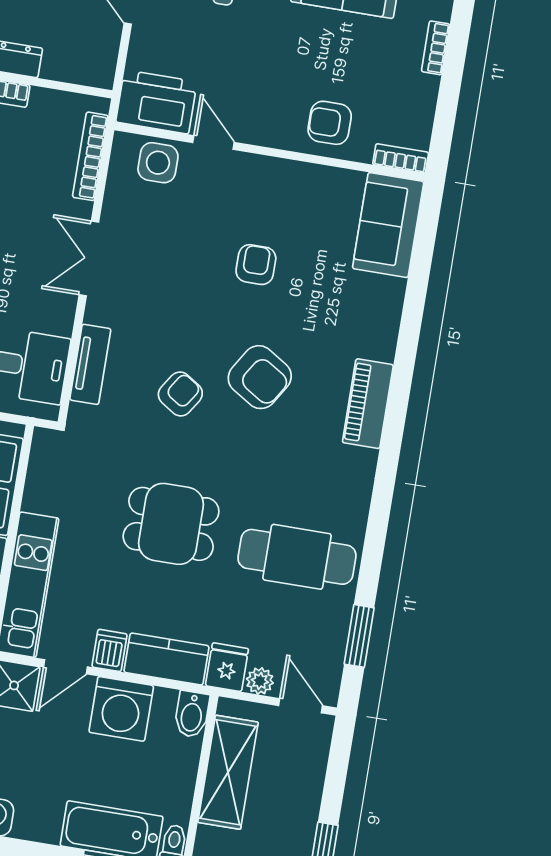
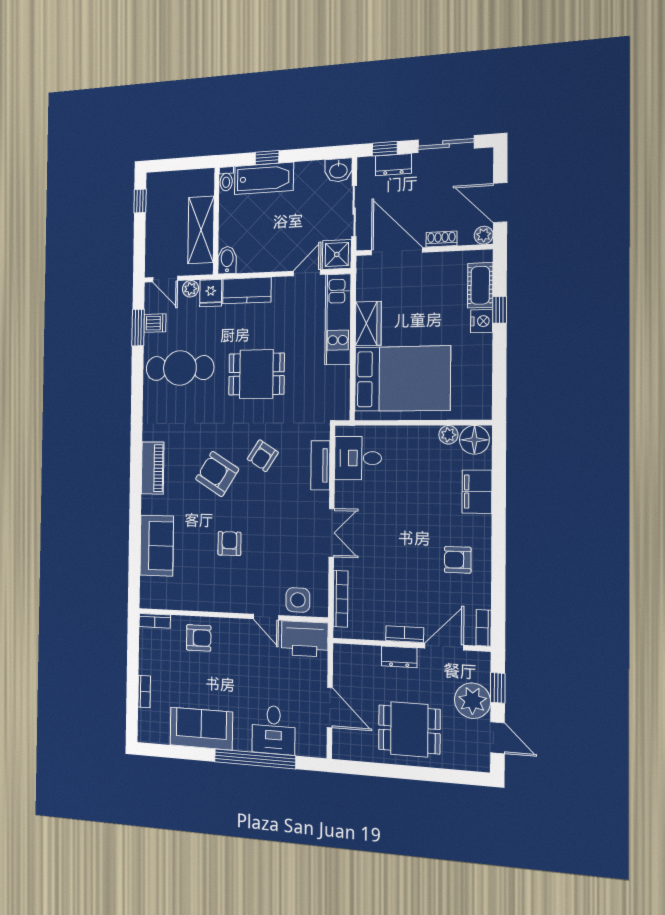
sofa: (388, 225) -> (157, 546), moved
armchair: (256, 265) -> (229, 544), turned 180
dishwasher: (109, 650) -> (155, 323), moved, turned -90
washing machine: (121, 709) -> (269, 254), removed

